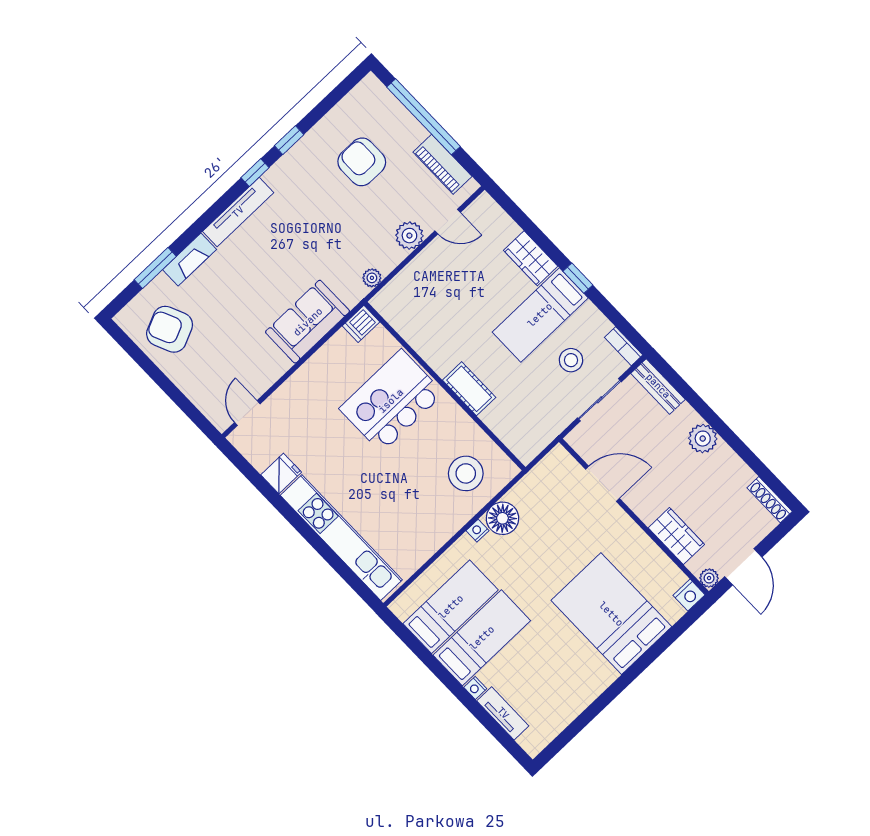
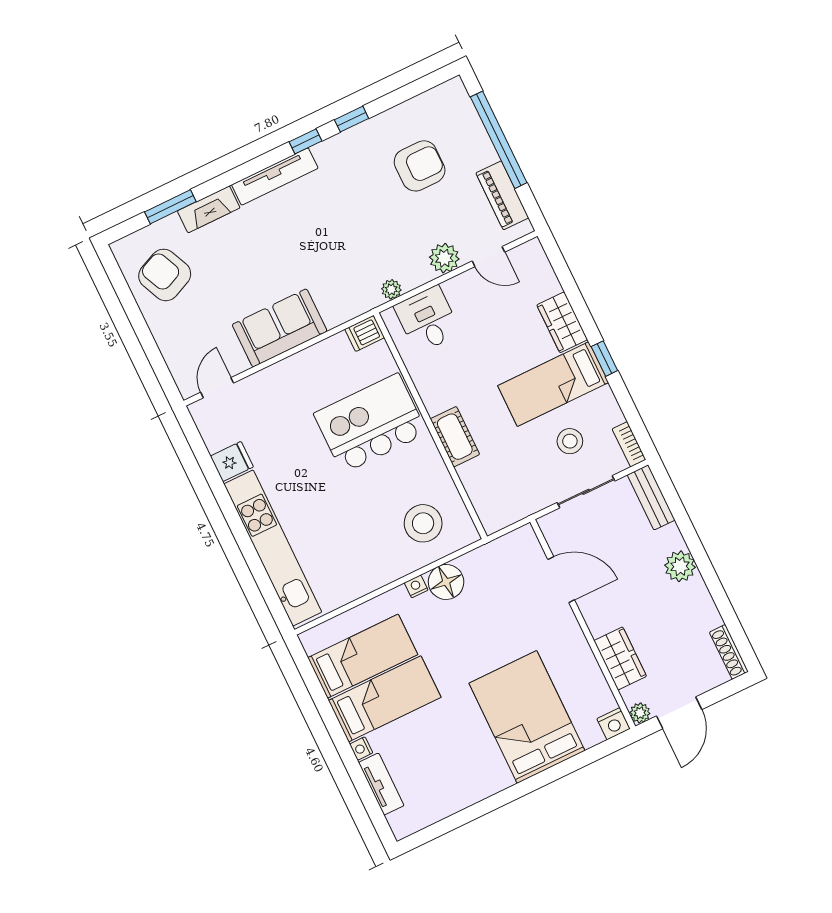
armchair: (362, 162) -> (420, 166), turned 90
desk: (412, 294) -> (427, 319), added
sofa: (308, 322) -> (280, 328), moved

